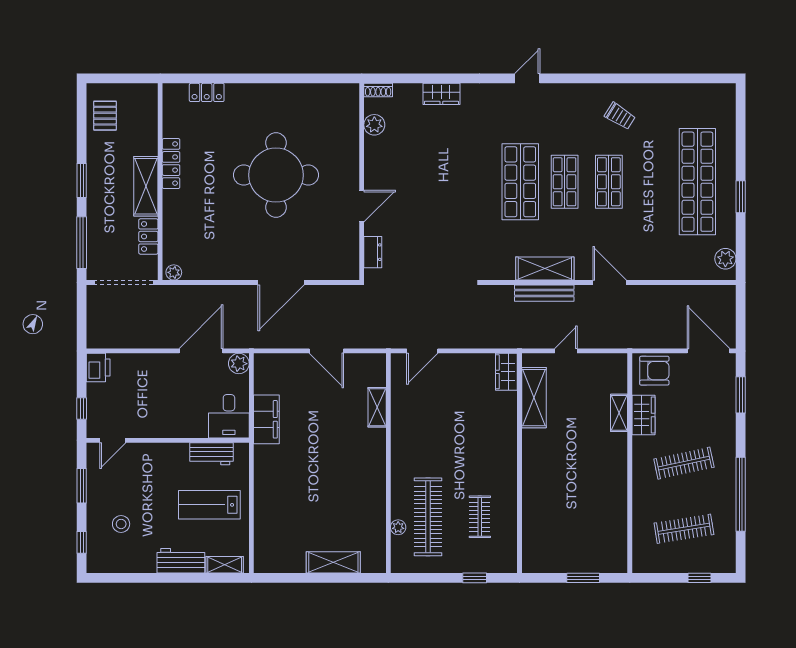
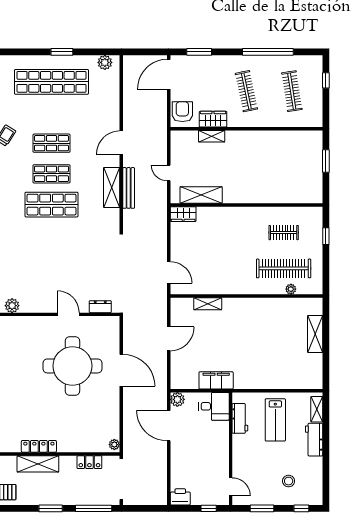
round table: (276, 175) -> (72, 366), moved
shelving: (146, 186) -> (38, 464), moved

